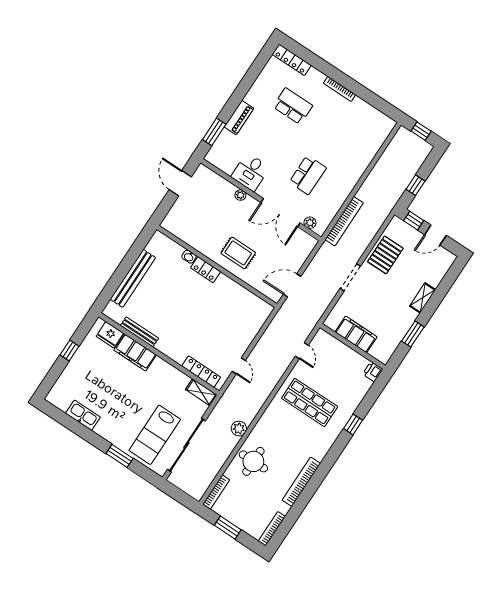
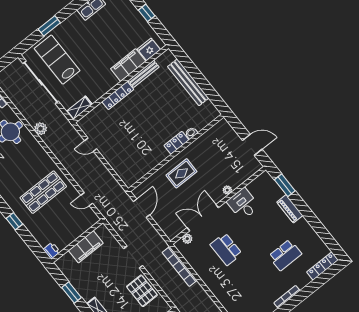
locker: (201, 372) -> (118, 95), moved

